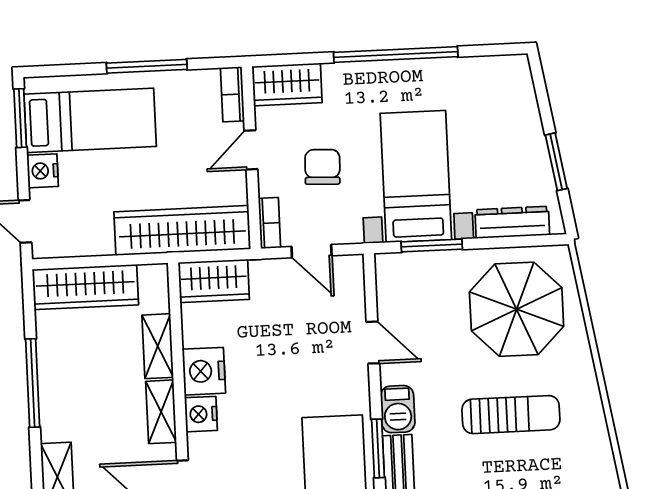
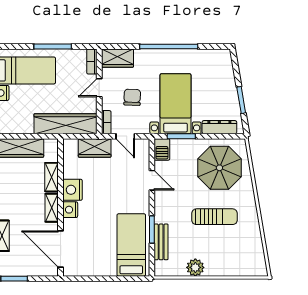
wardrobe: (214, 281) -> (95, 148), moved
barbecue: (398, 409) -> (162, 149), moved

